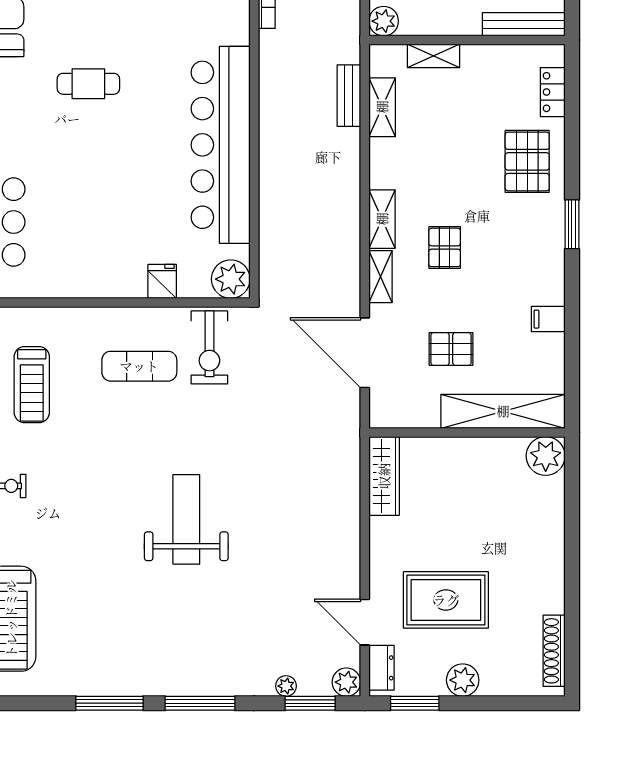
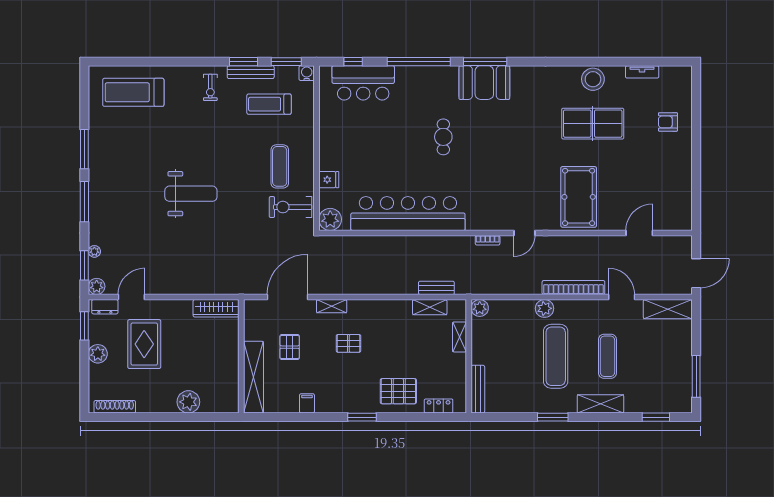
shelving: (382, 219) -> (365, 307), removed
plant: (546, 456) -> (188, 402), moved

